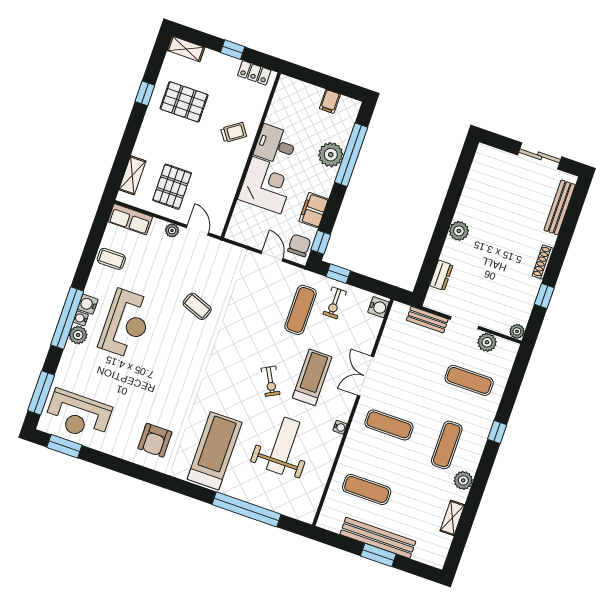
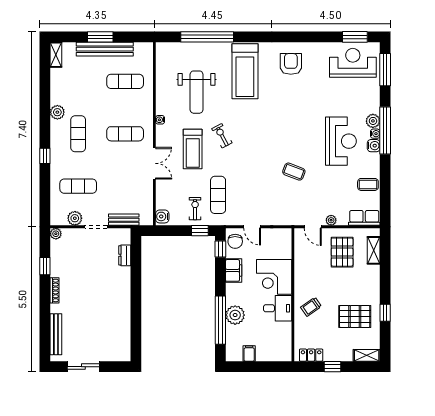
plant: (459, 231) -> (123, 292), removed
reception desk: (126, 324) -> (341, 141), turned 180
shelving: (452, 518) -> (56, 55), moved

